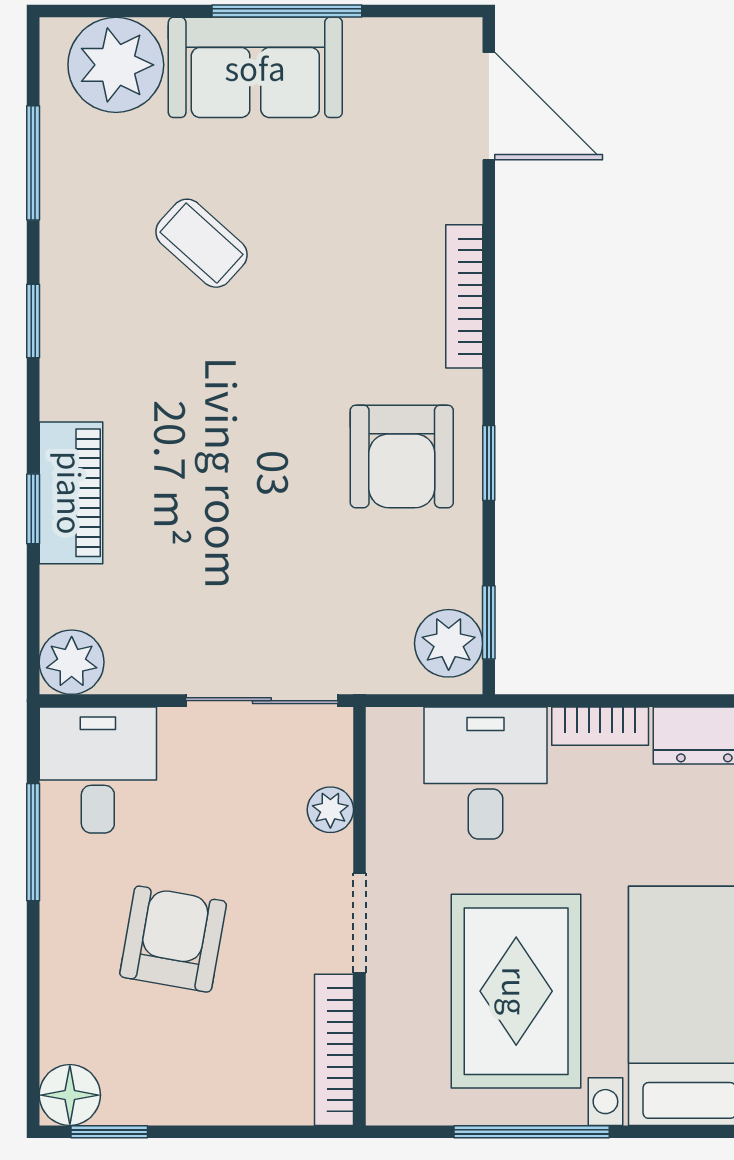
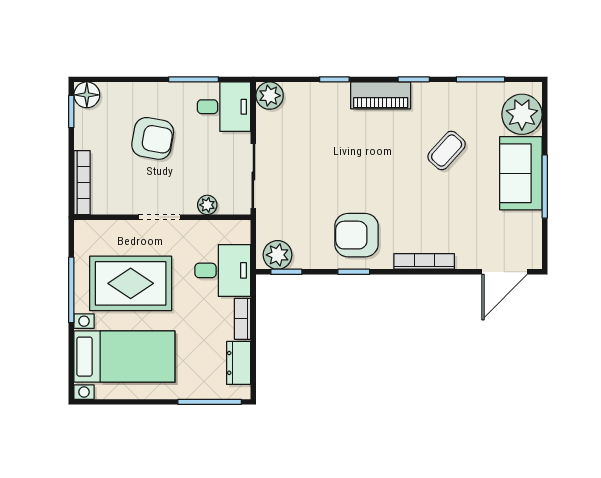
piano: (71, 493) -> (381, 95), moved
bookcase: (334, 1050) -> (82, 183), moved, turned 90

